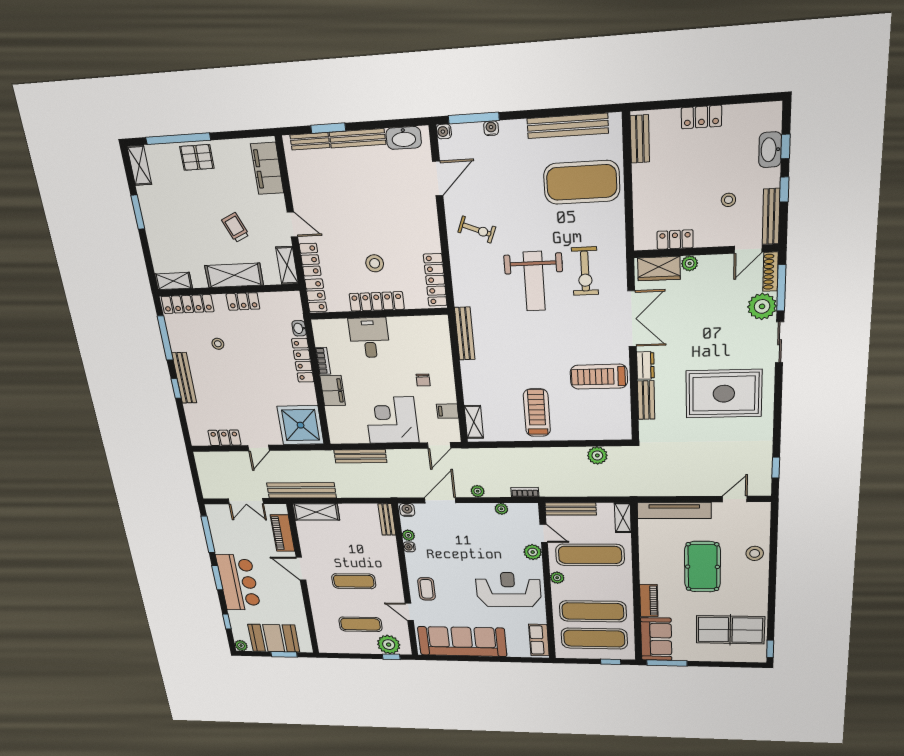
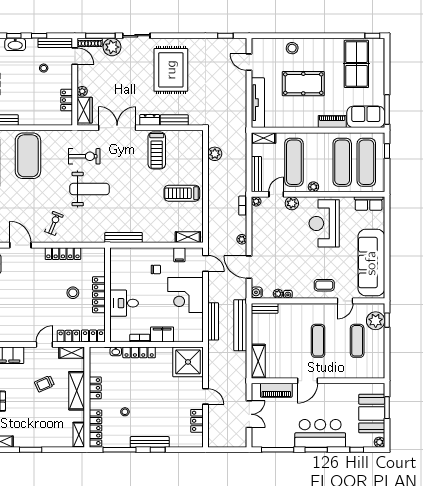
locker: (435, 280) -> (63, 254), moved
bench: (301, 490) -> (240, 325), moved
plant: (501, 509) -> (256, 201), moved

